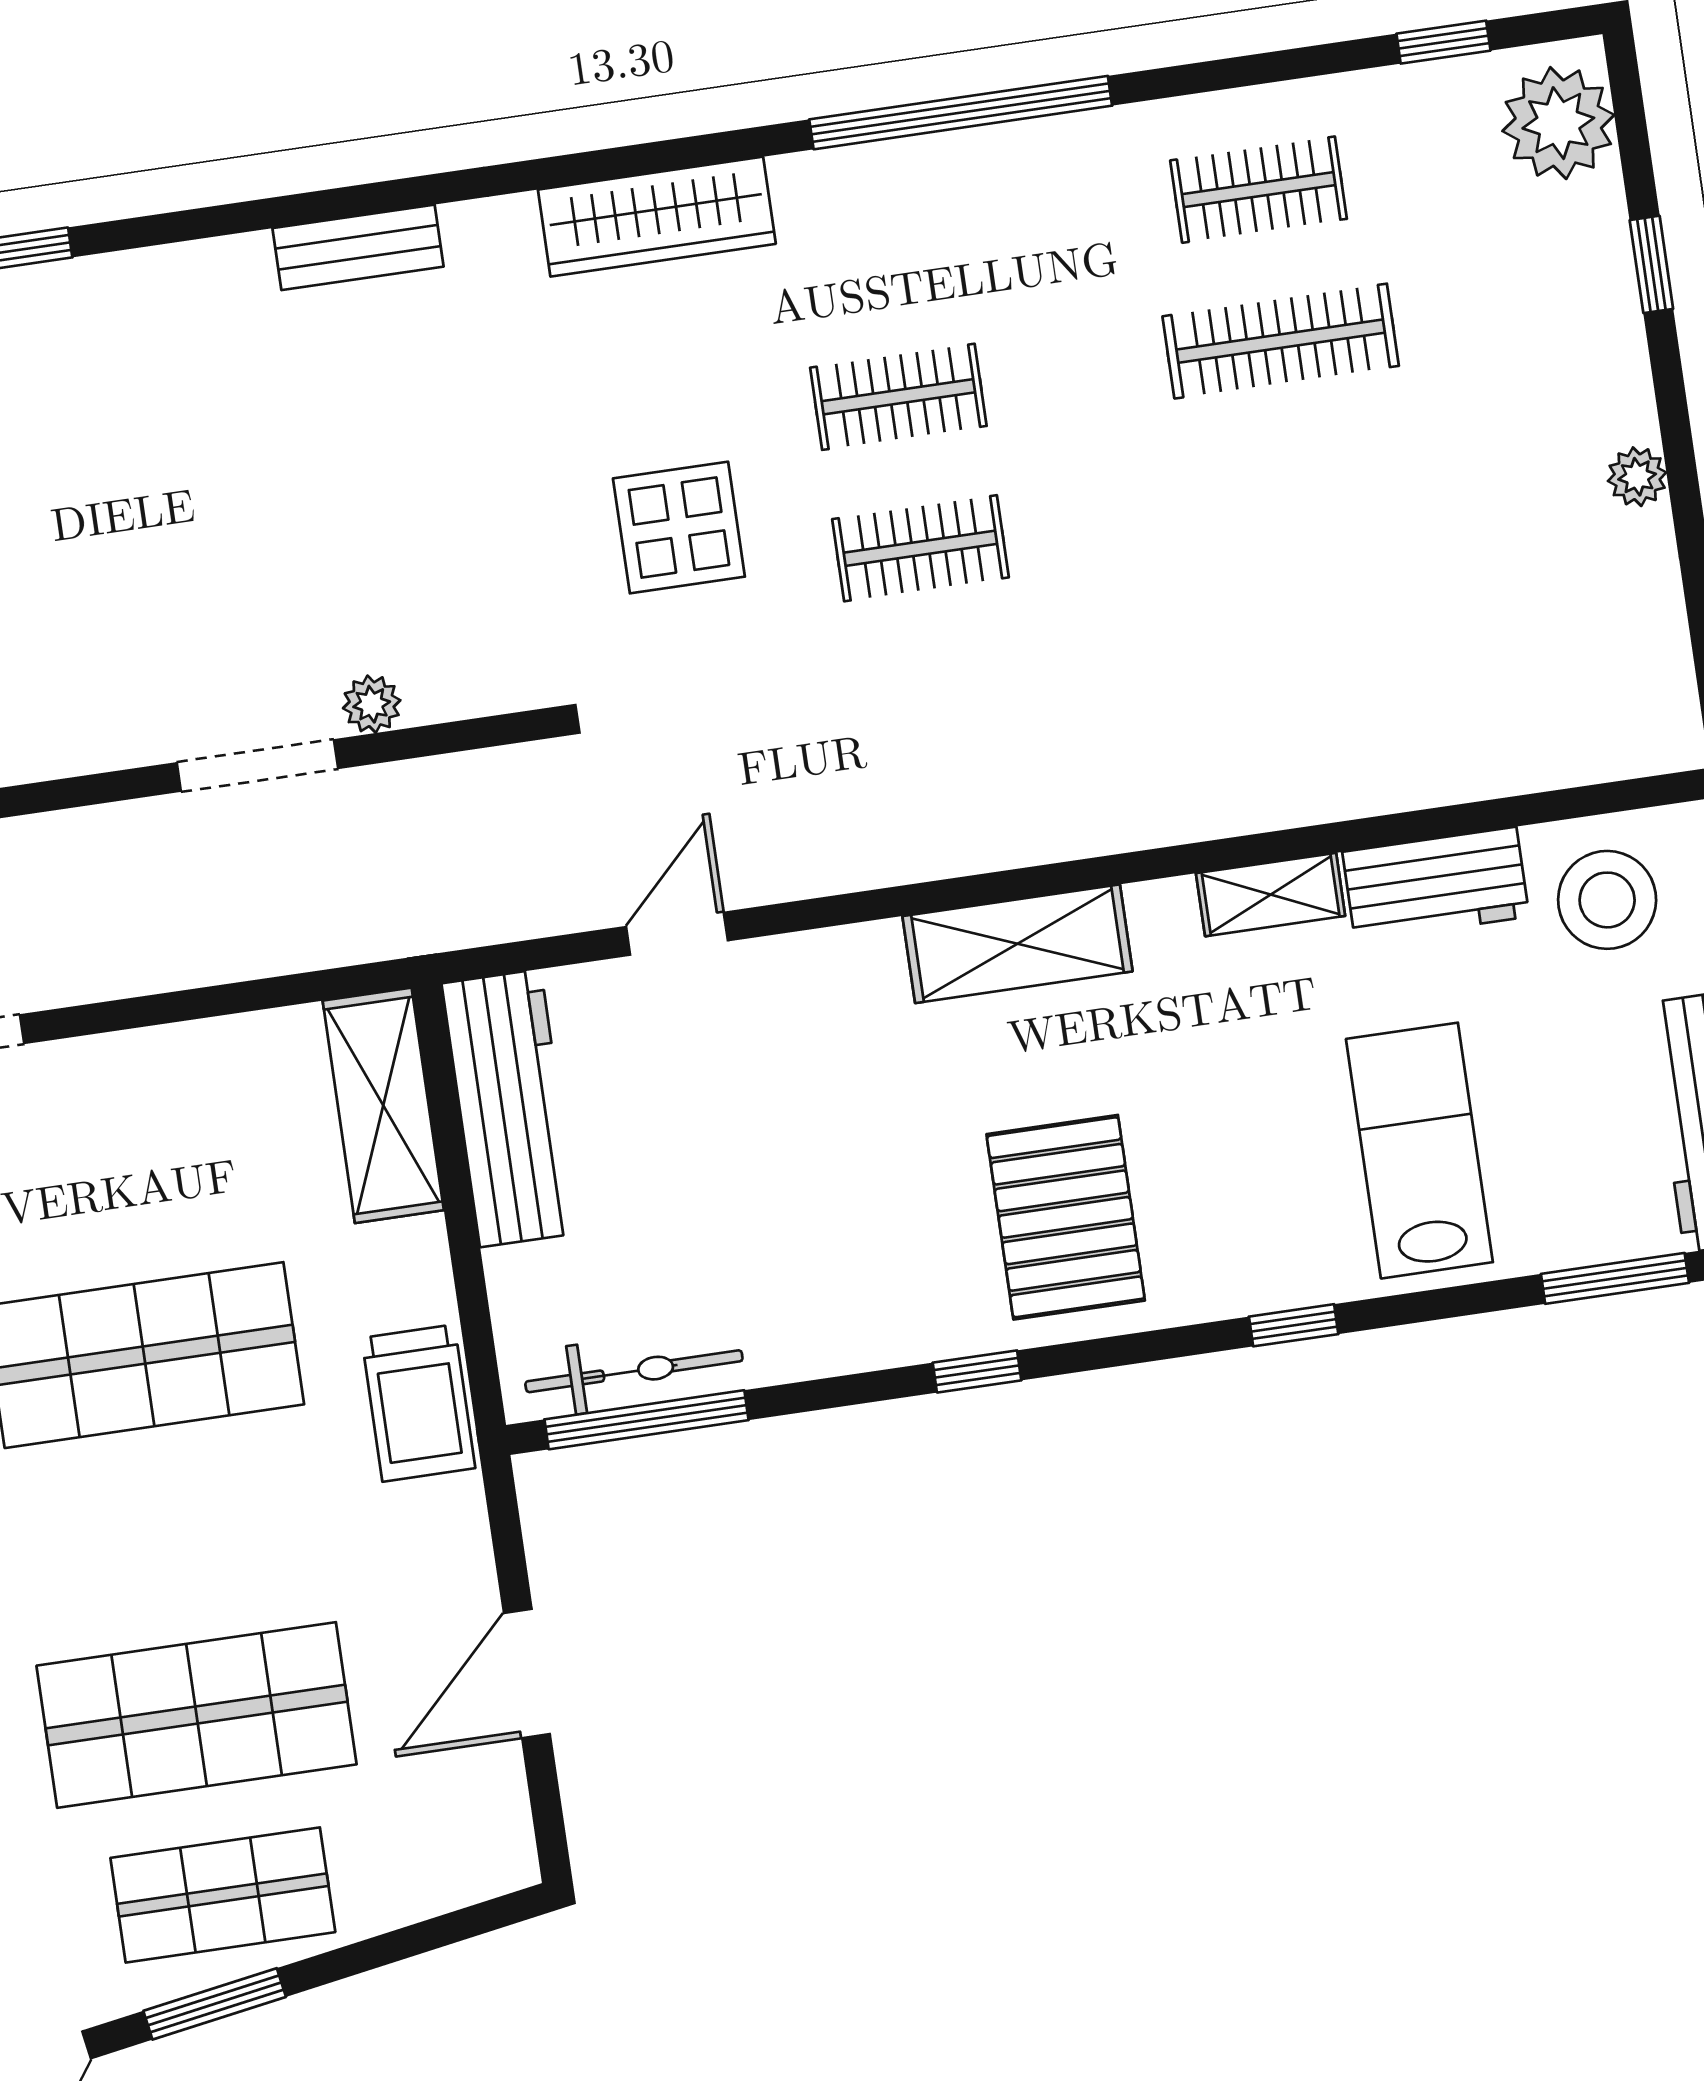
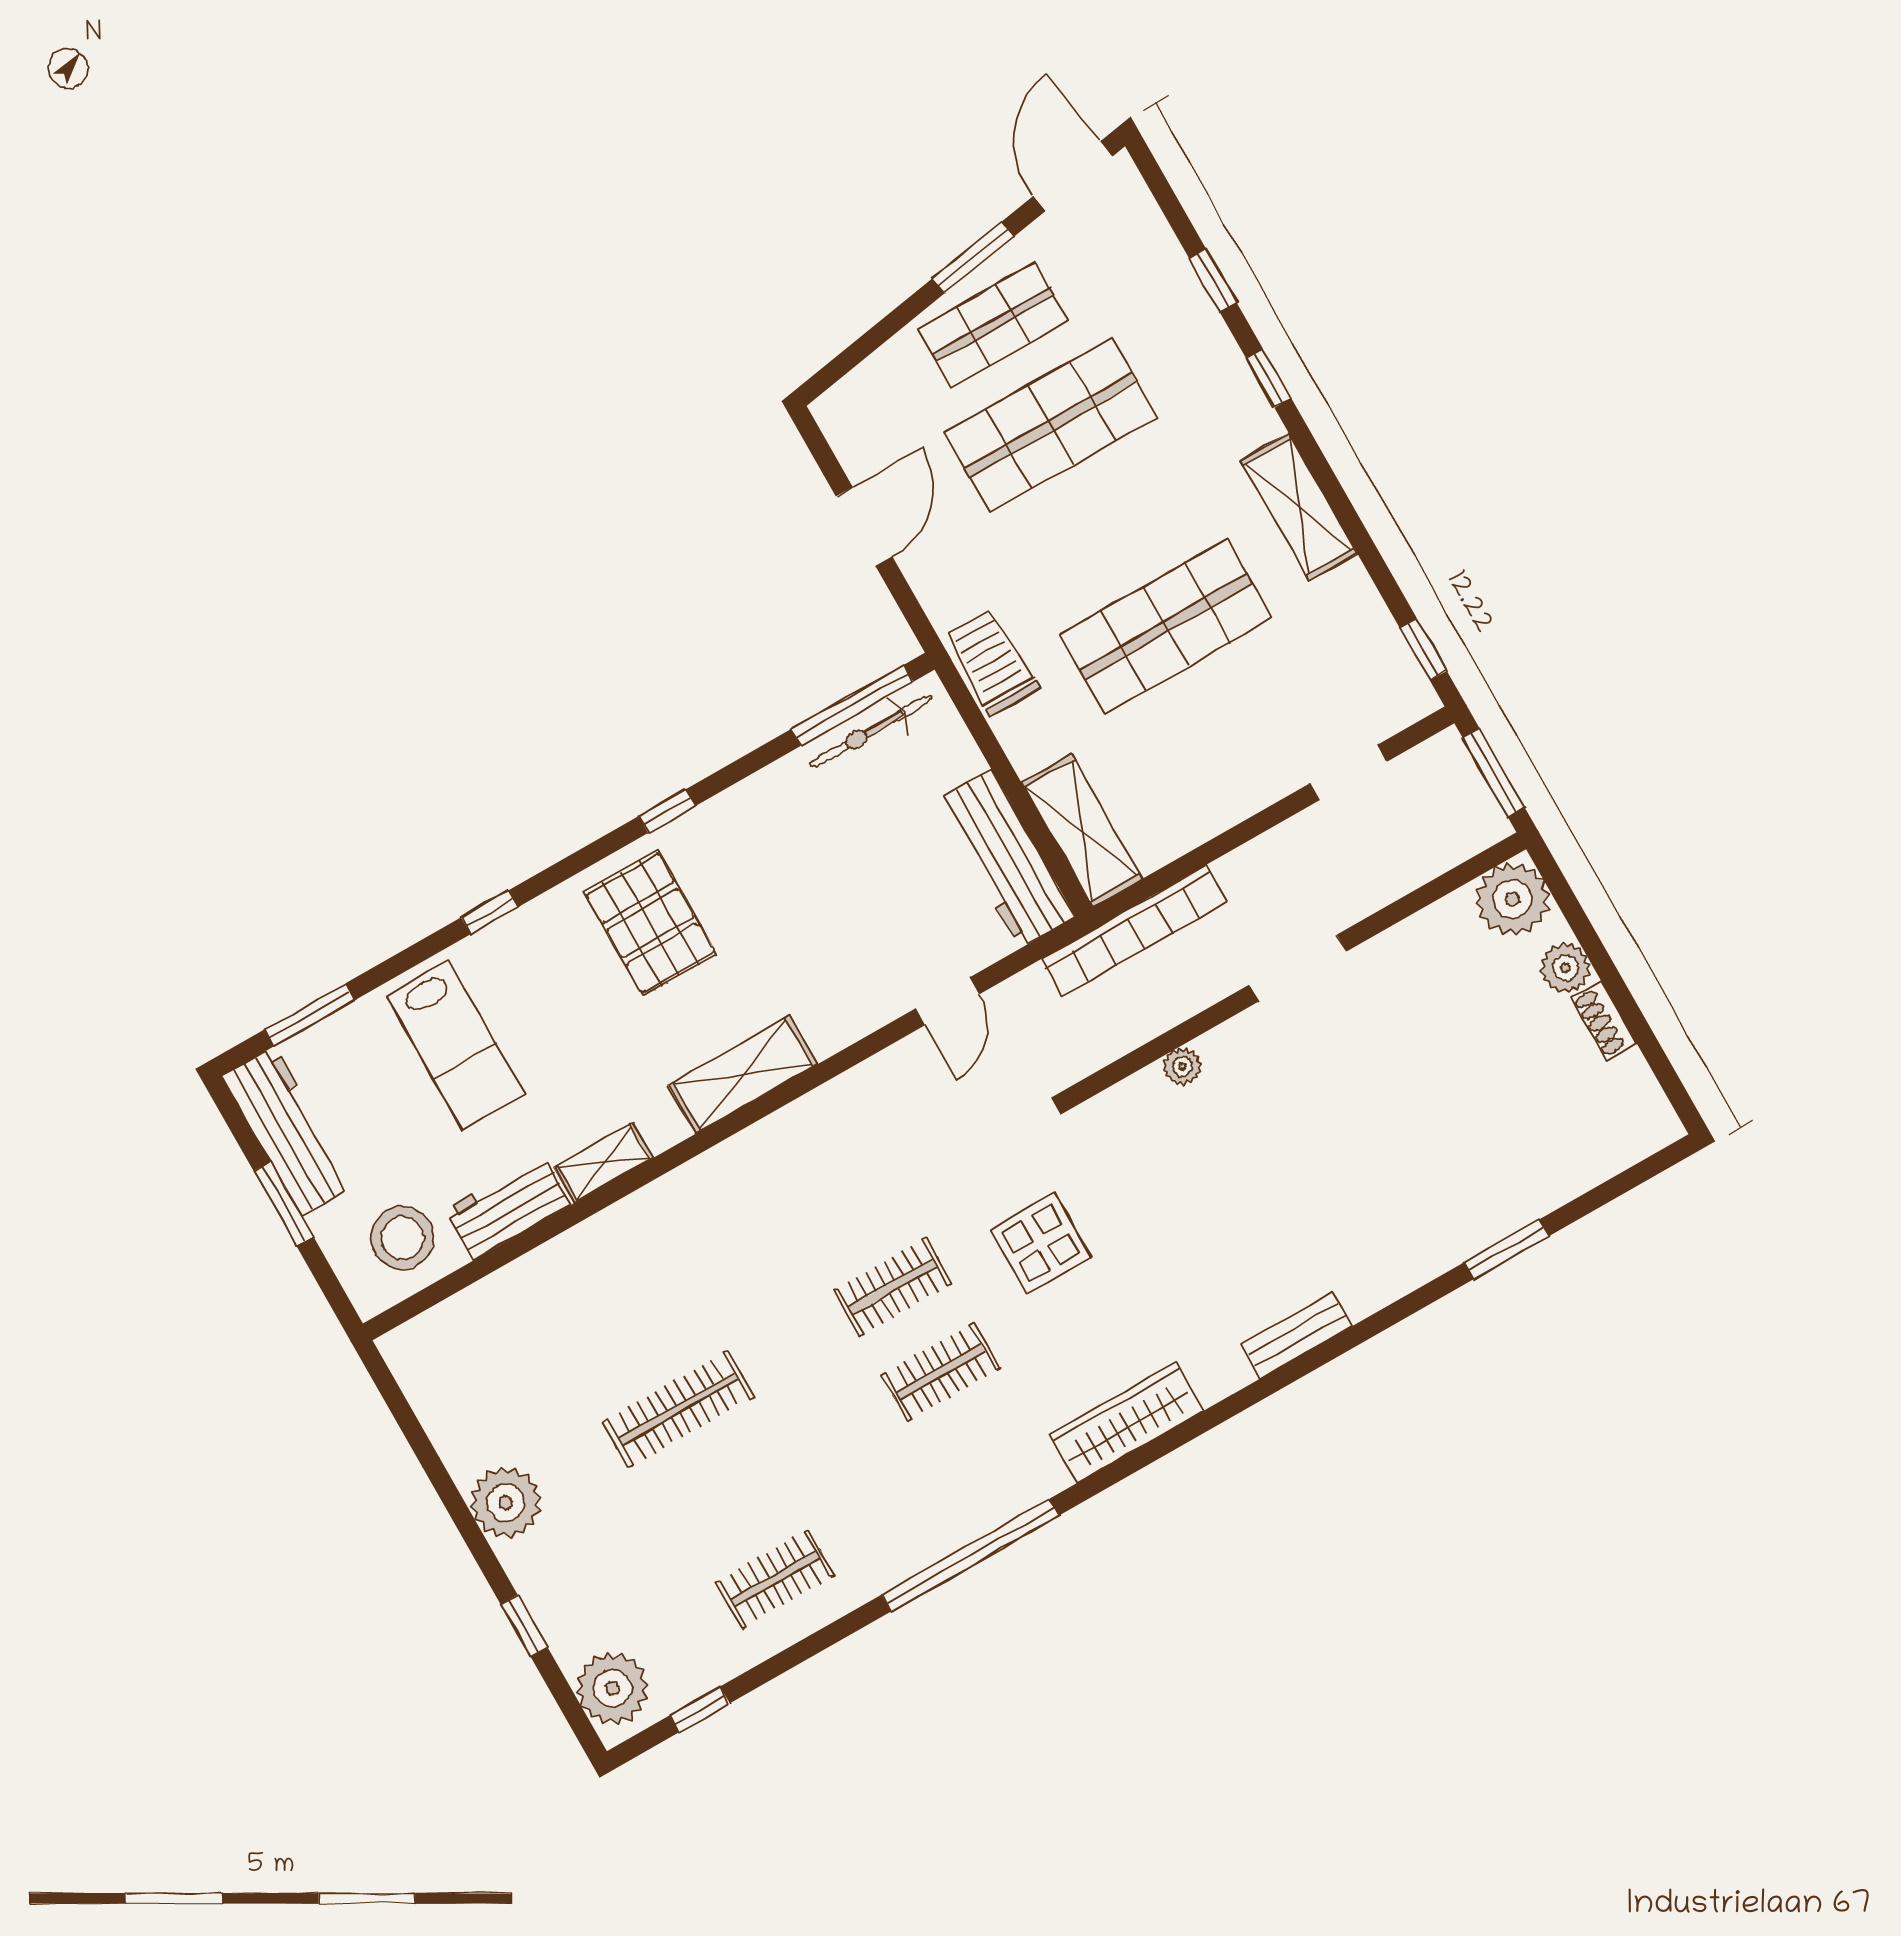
clothes rail: (1281, 341) -> (678, 1409), moved
plant: (1637, 477) -> (506, 1503), width x1.88, depth x1.88
doorway: (257, 766) -> (1298, 968), moved
bookcase: (364, 930) -> (1134, 931), added

